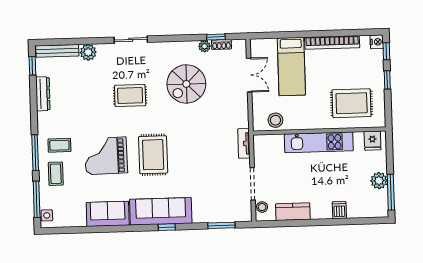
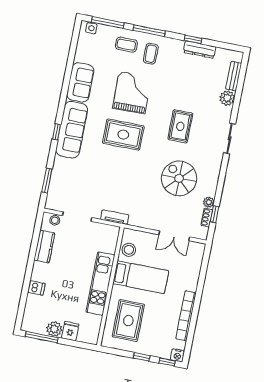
bench: (57, 51) -> (234, 76), width x0.73
window: (32, 66) -> (193, 39), moved
bed: (291, 67) -> (141, 277), moved, turned 180
fridge: (373, 141) -> (70, 331), moved, turned 90

